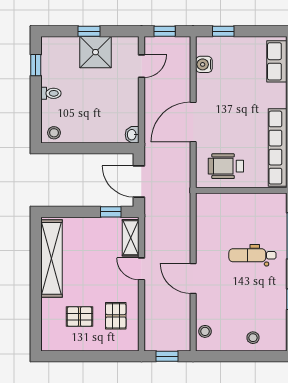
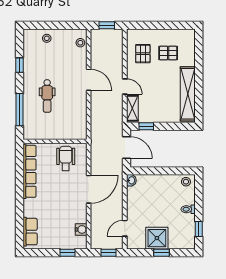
wheelchair: (226, 166) -> (66, 158), turned -90
dental chair: (252, 255) -> (47, 96), turned 90

